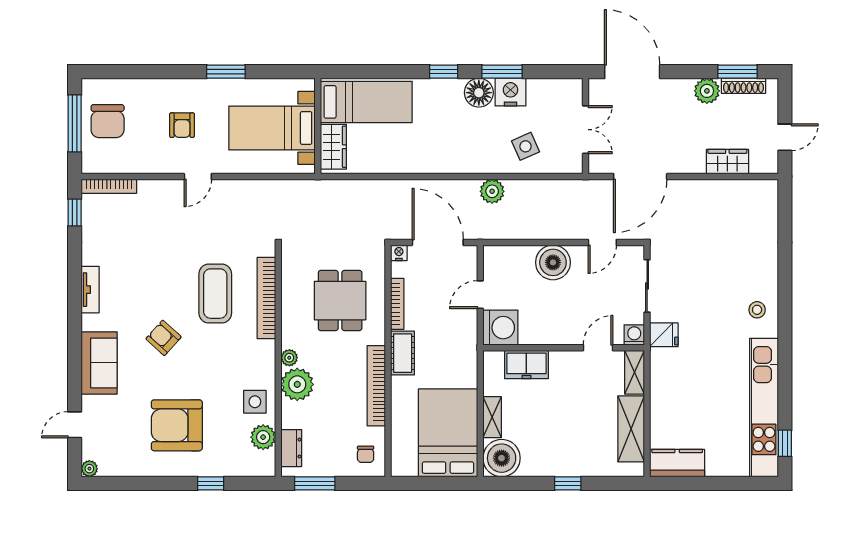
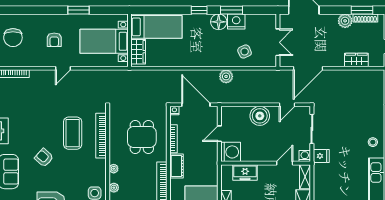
plant: (297, 384) -> (114, 188), width x0.53, depth x0.53

